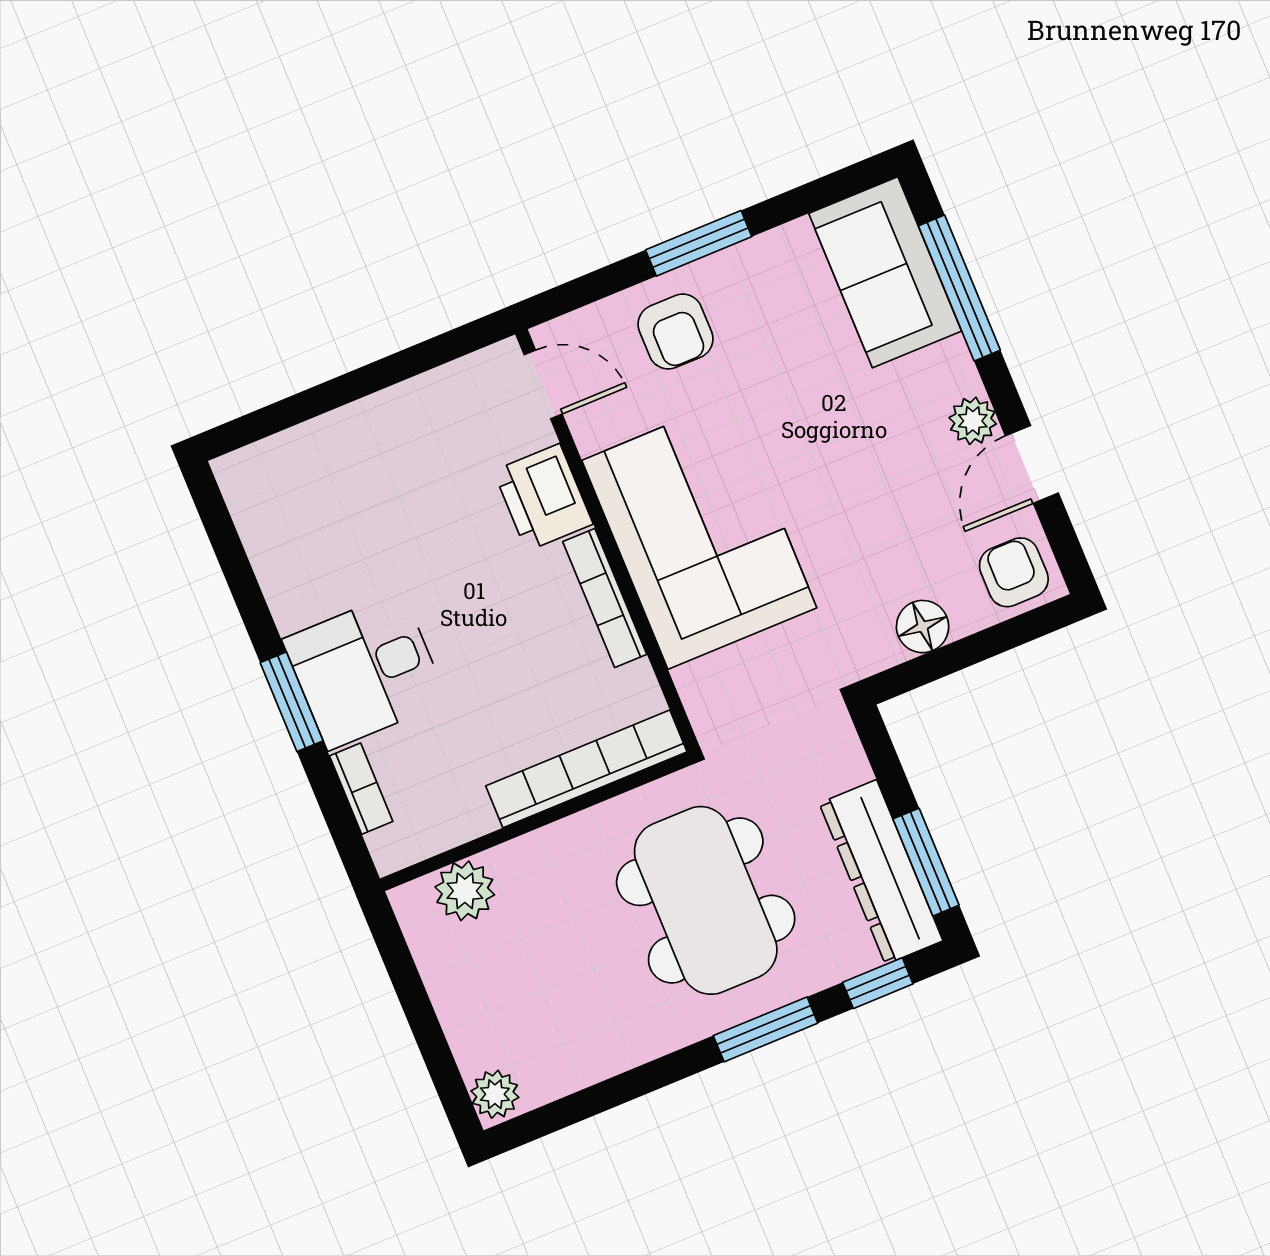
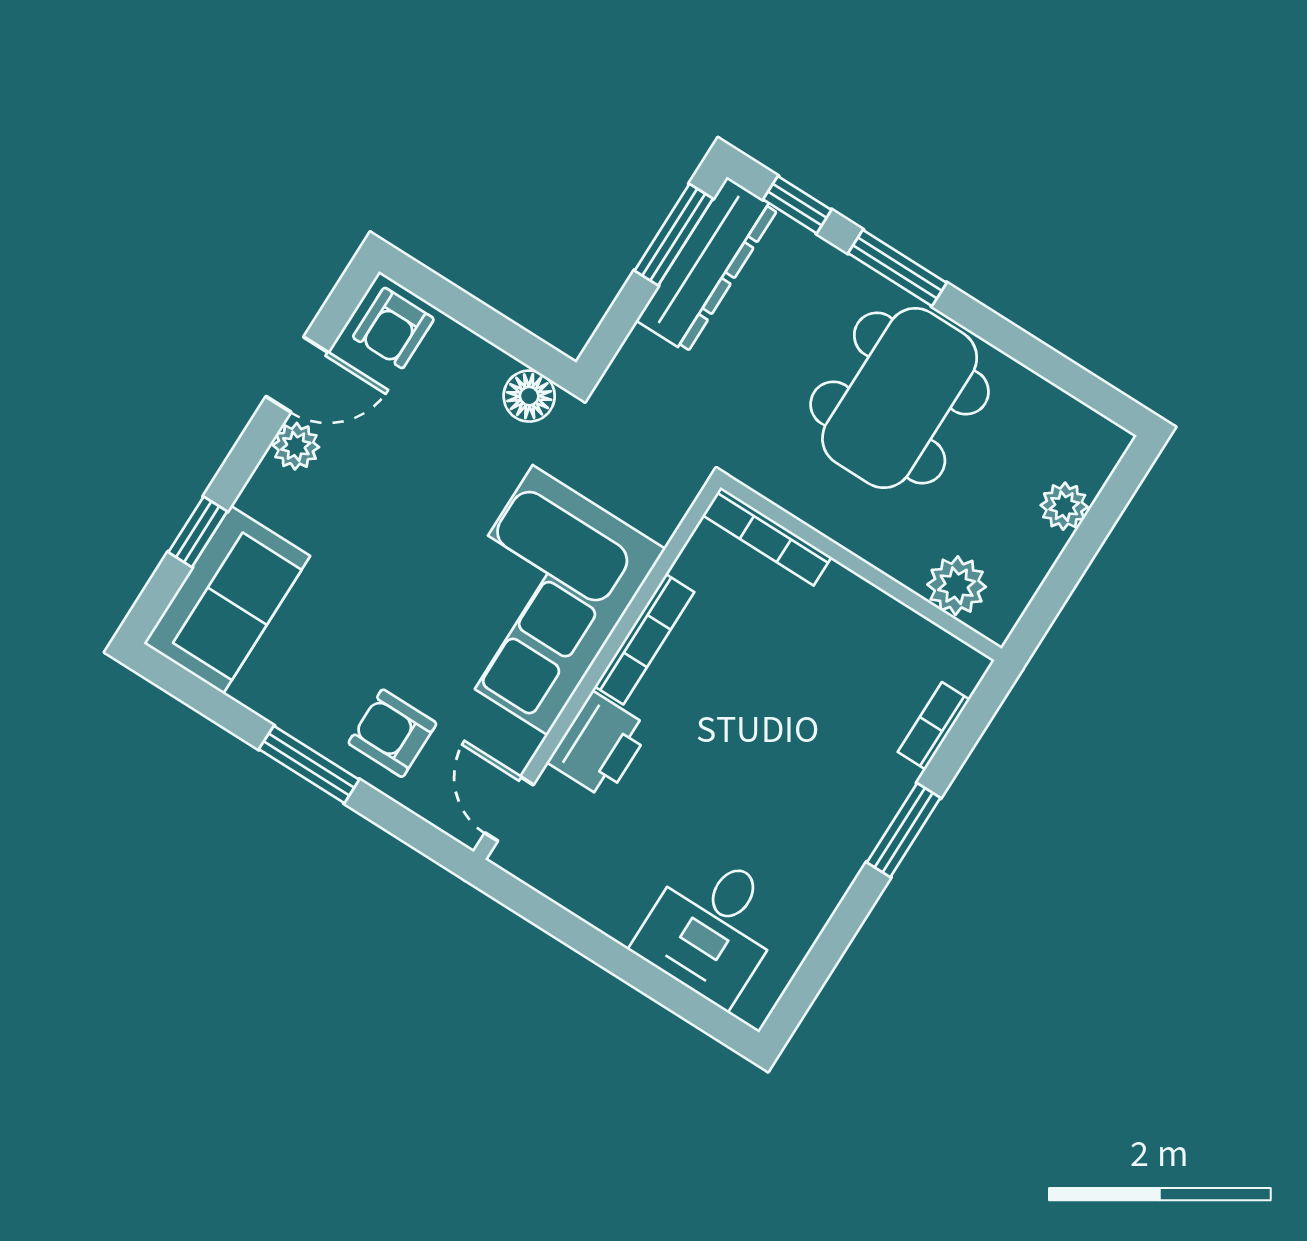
window: (959, 288) -> (198, 532), width x0.46
armchair: (675, 332) -> (392, 733), turned -90
floor lamp: (923, 627) -> (529, 396), moved
desk: (365, 671) -> (712, 927), moved, turned 90
bookcase: (586, 769) -> (767, 536), width x0.68, depth x0.76
dining table: (706, 900) -> (900, 398), moved
plant: (495, 1094) -> (1064, 506), moved

